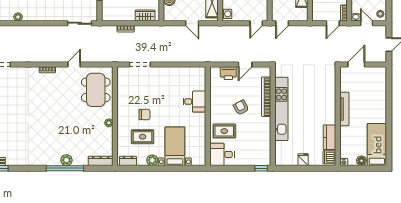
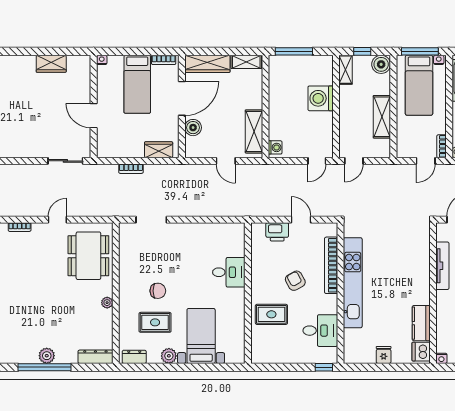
door: (245, 65) -> (301, 220), swing flipped
tv unit: (344, 109) -> (442, 266), moved
desk: (222, 154) -> (320, 331), moved, turned 180

